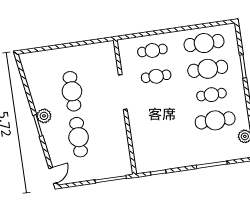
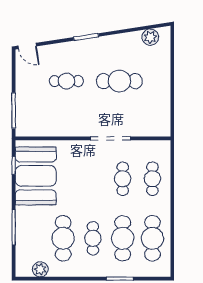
plant: (44, 116) -> (150, 37), moved
cafe table: (79, 137) -> (66, 81), width x0.73, depth x0.74
booth: (165, 152) -> (36, 176), added

